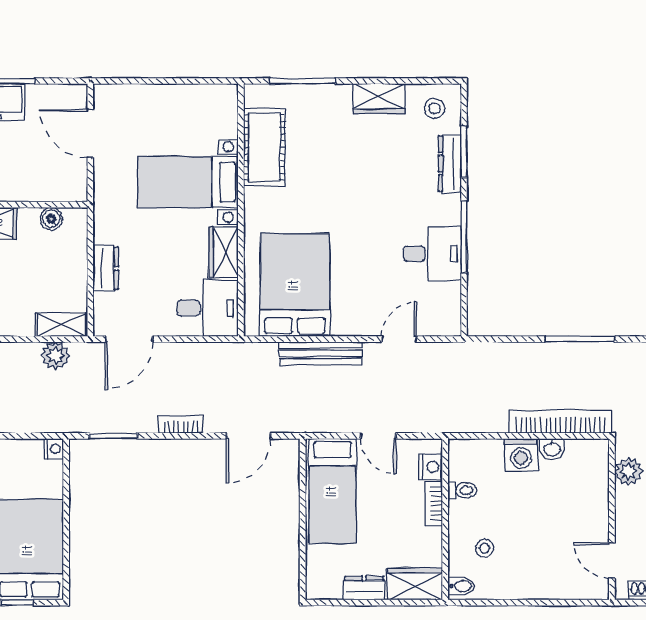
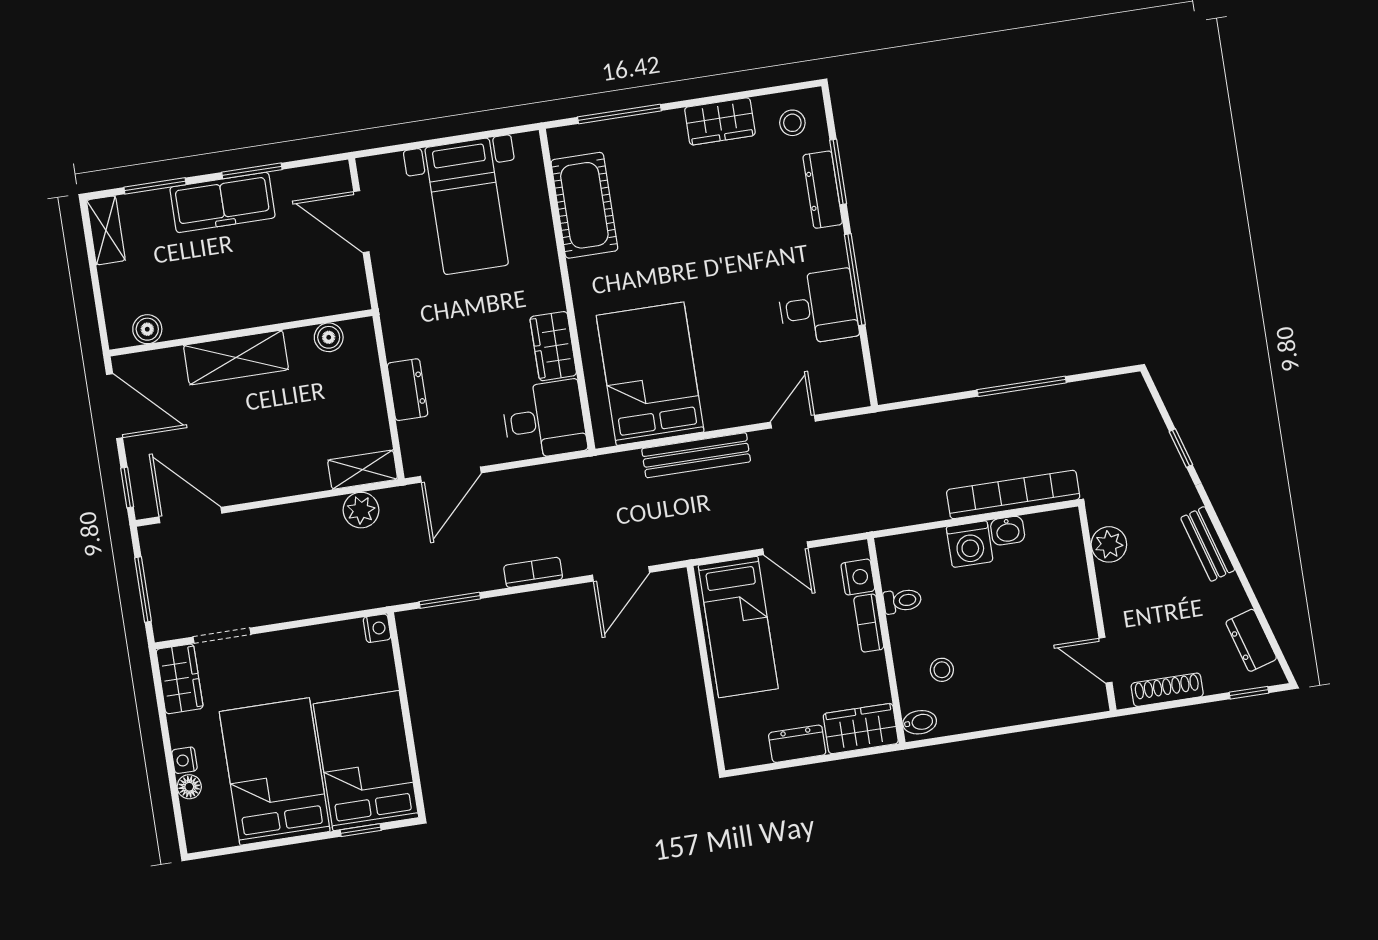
bed with nightstands: (188, 182) -> (467, 206), moved, turned -90

